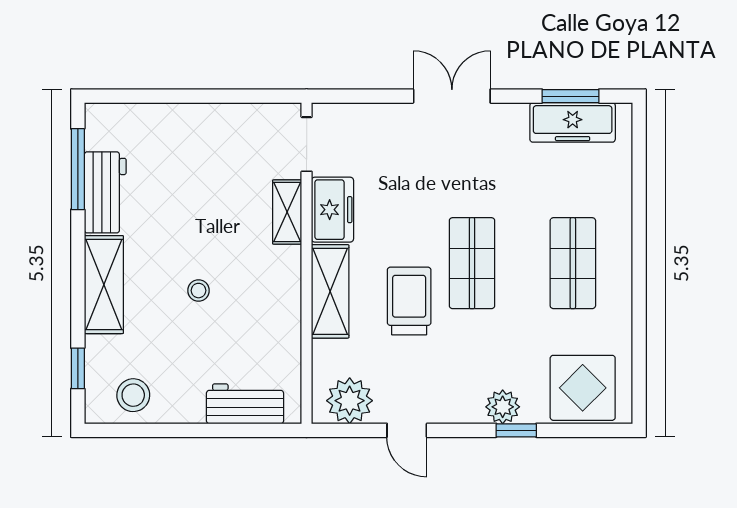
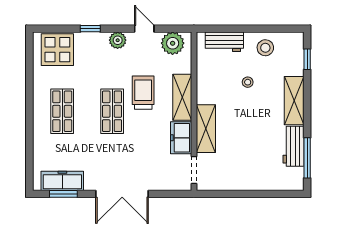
double door: (452, 96) -> (122, 194), width x1.37
shelving: (287, 212) -> (206, 129), width x1.50, depth x1.33
stool: (198, 291) -> (248, 82), moved
trolley: (409, 301) -> (143, 93), turned 180
stool: (133, 395) -> (265, 48), moved
plant: (503, 407) -> (118, 40), moved

